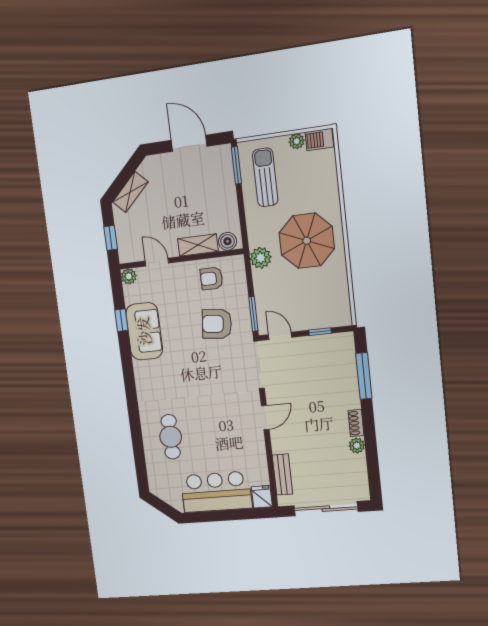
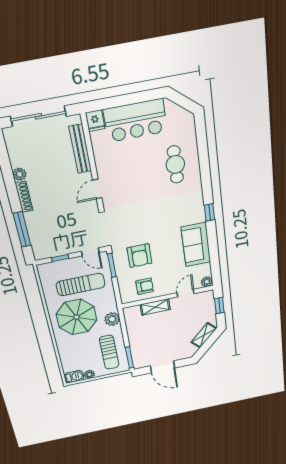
boiler: (228, 241) -> (134, 311), removed
plant: (261, 258) -> (112, 319), moved
door: (157, 262) -> (185, 293), swing flipped
sun lounger: (297, 290) -> (81, 285), added
window: (121, 320) -> (209, 212), moved
armchair: (217, 324) -> (139, 256), turned 84
shoe rack: (356, 423) -> (24, 197), width x1.43
bench: (282, 475) -> (80, 149), width x1.36

